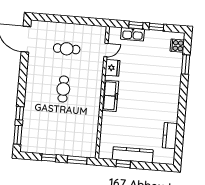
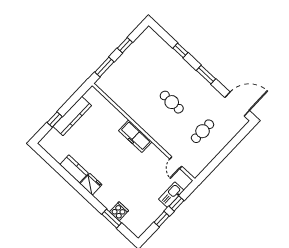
cooker: (177, 46) -> (119, 211), moved
fridge: (112, 68) -> (91, 184), moved, turned 180
window: (18, 135) -> (206, 75), moved
kitchen counter: (170, 136) -> (74, 169), moved
window: (123, 164) -> (55, 119), moved

